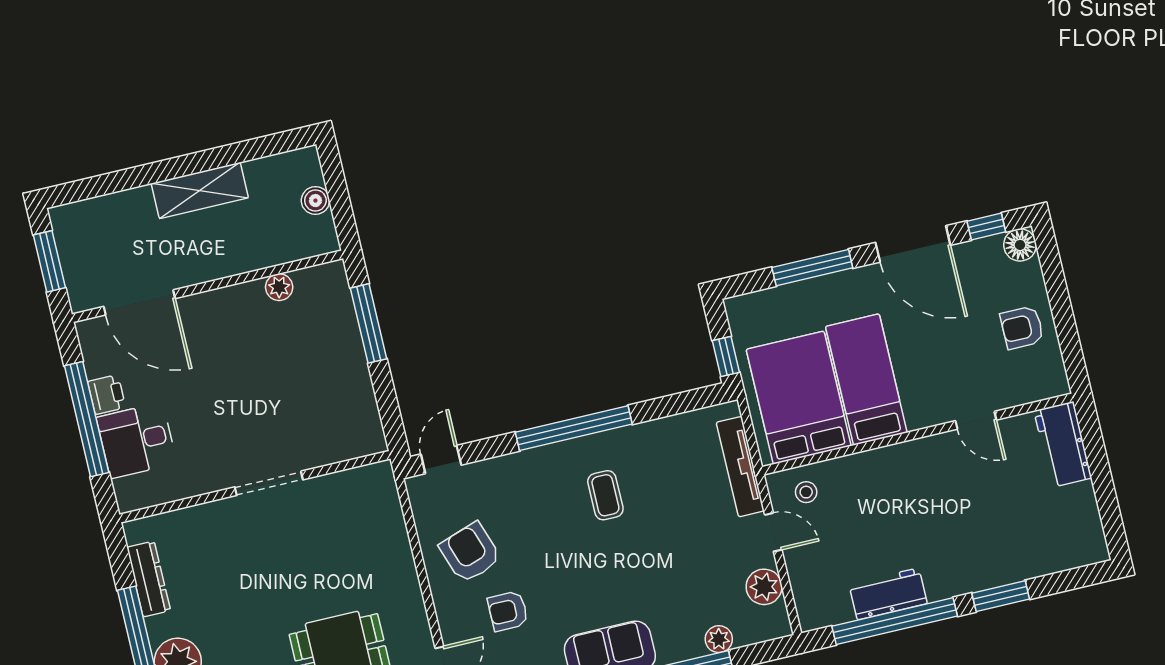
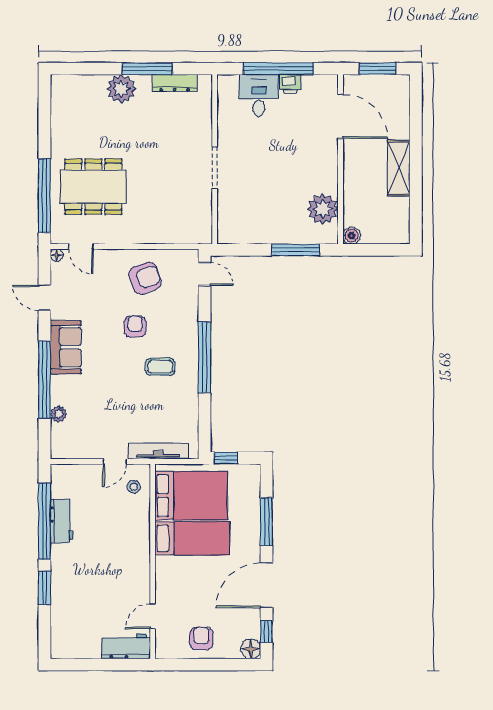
boiler: (315, 201) -> (351, 236), moved
plant: (279, 287) -> (323, 209), width x1.87, depth x1.87
door: (139, 302) -> (341, 116), swing flipped
door: (976, 420) -> (153, 616), moved
plant: (764, 587) -> (83, 448), removed
armchair: (508, 611) -> (135, 327), moved

